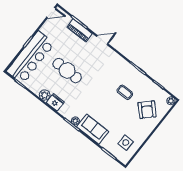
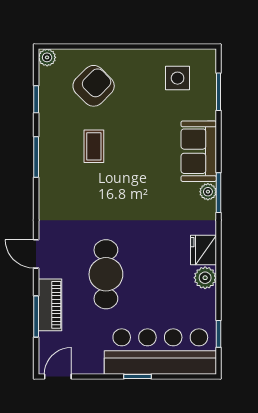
door: (51, 13) -> (58, 376), hinge flipped
cafe table: (67, 71) -> (106, 274), moved

